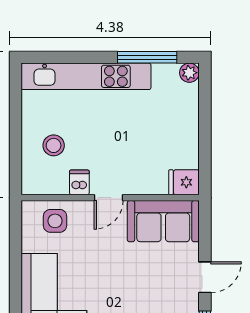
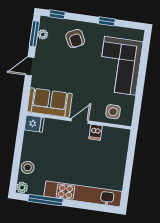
stool: (54, 145) -> (28, 167), moved

